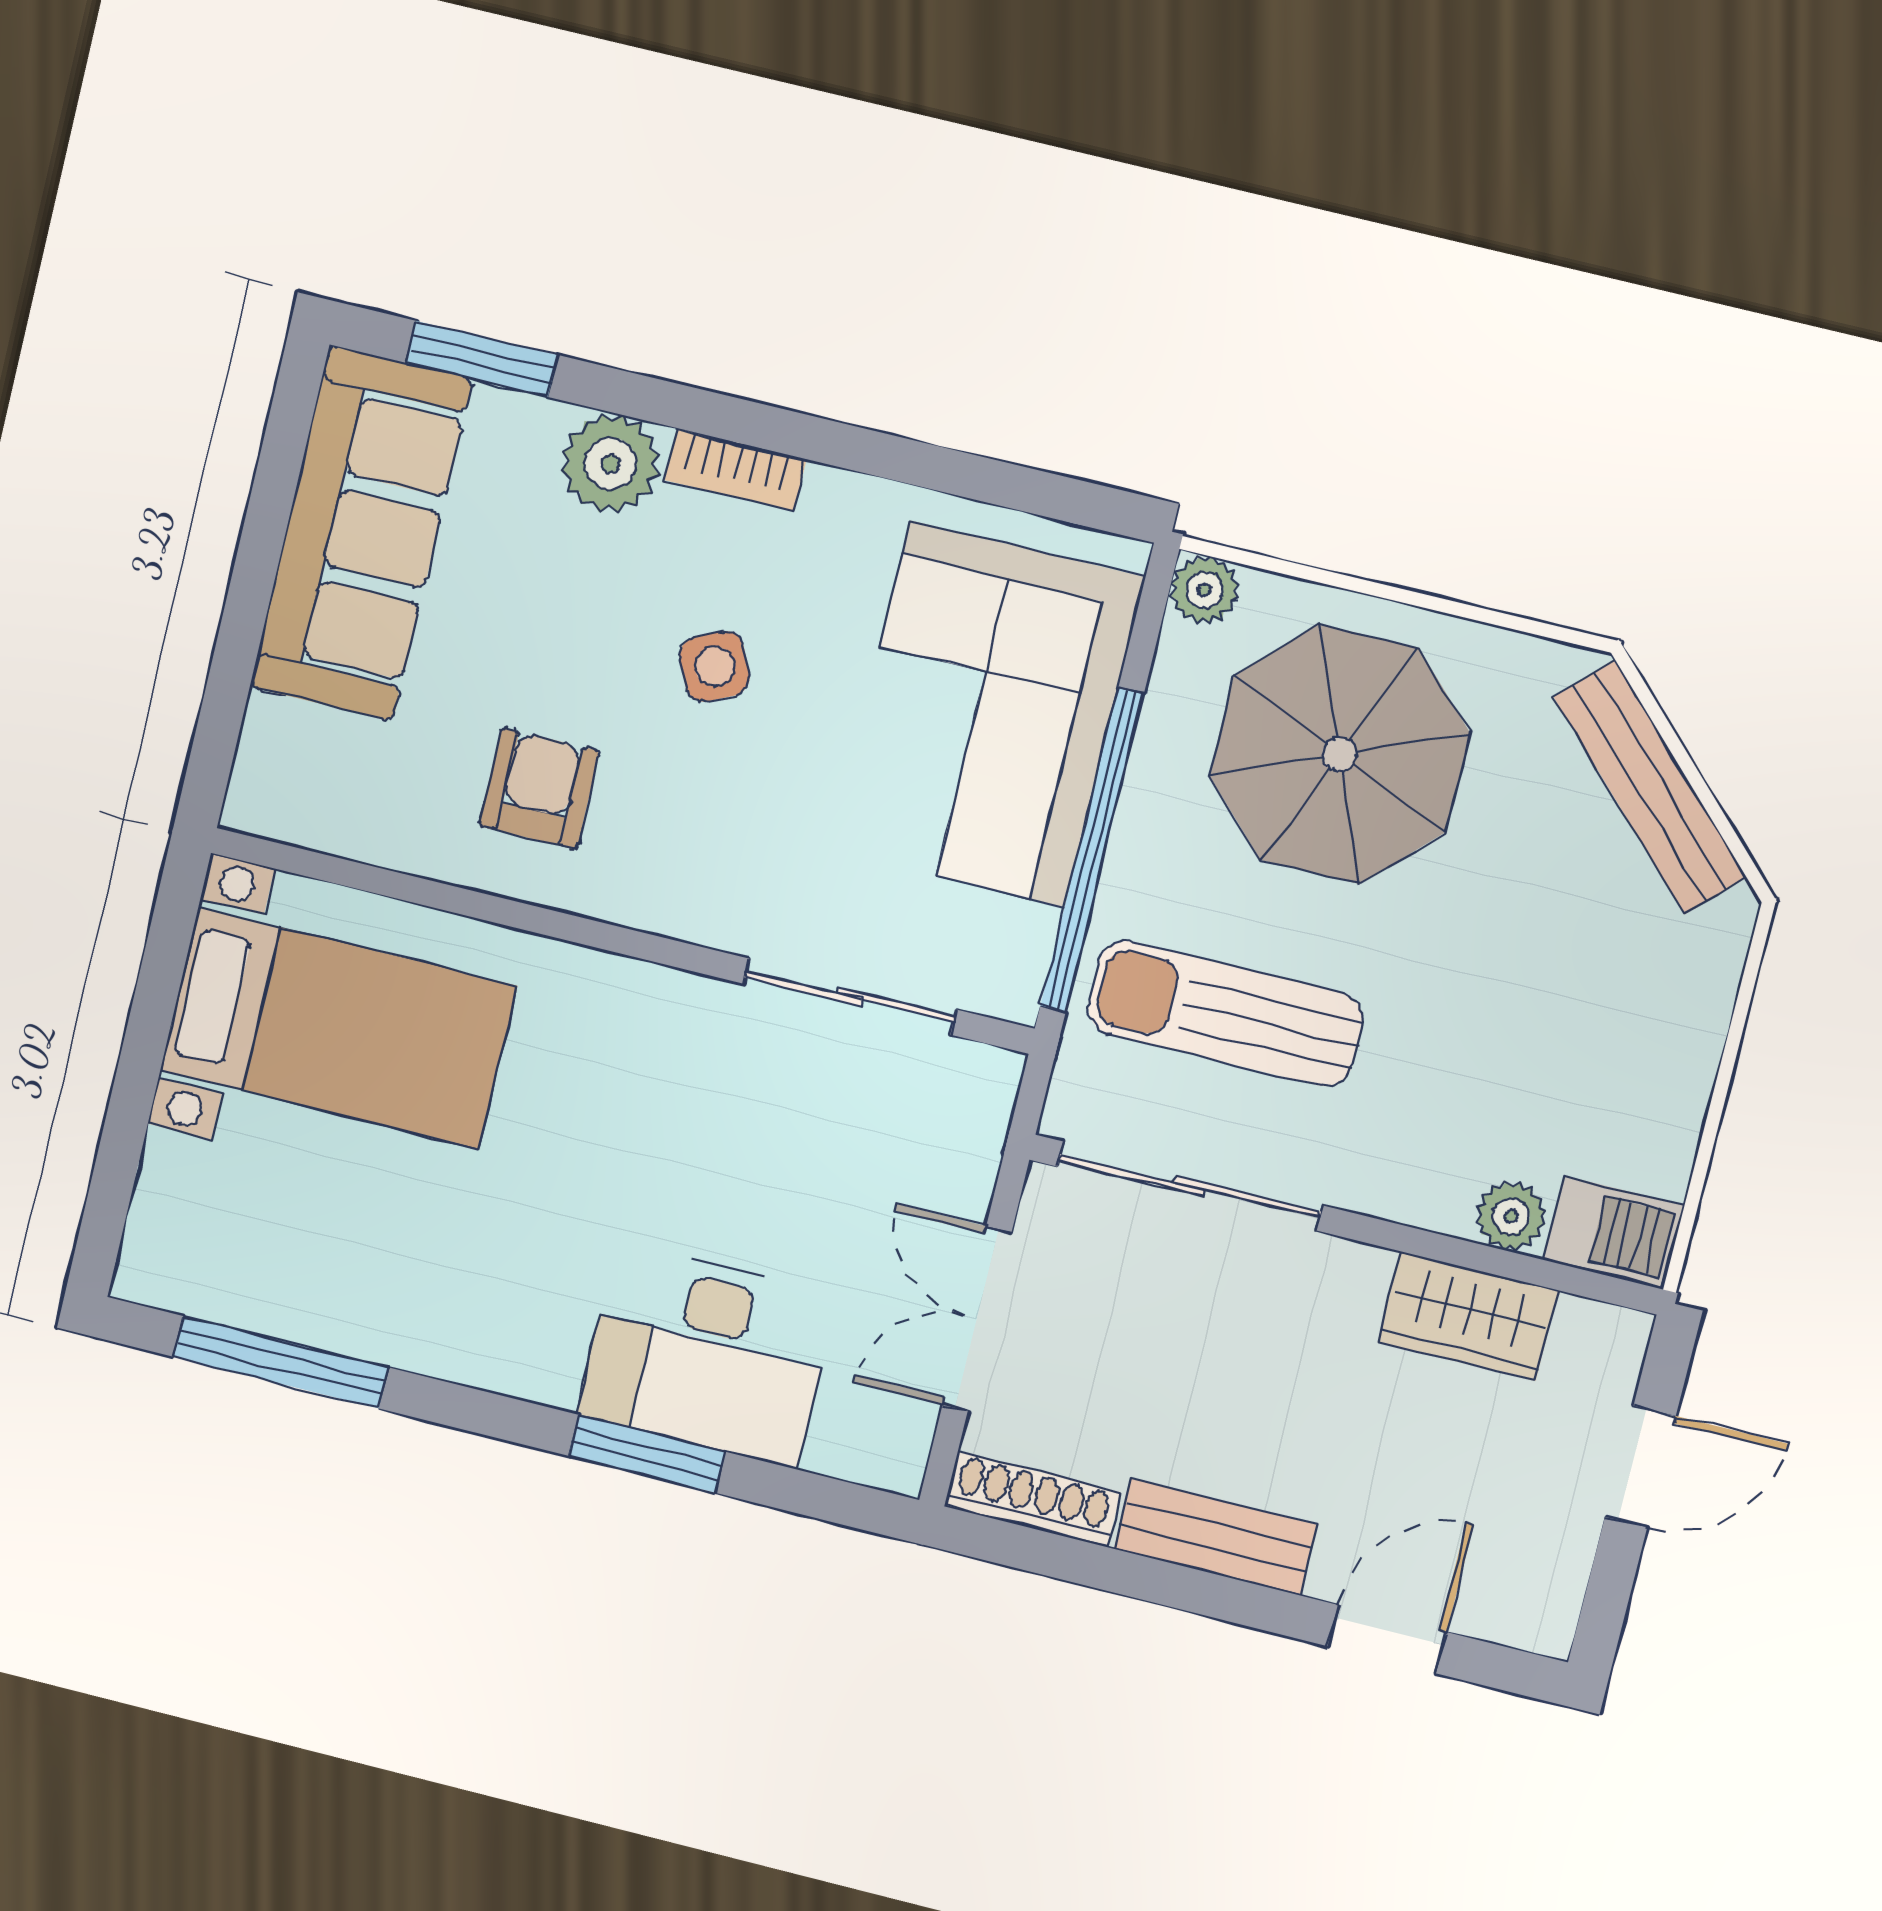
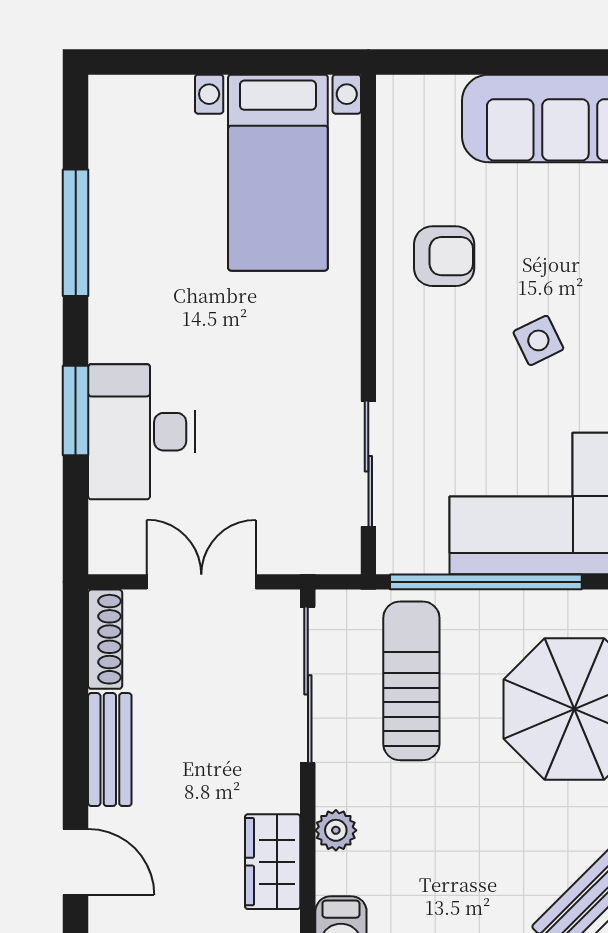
plant: (1511, 1216) -> (336, 830), moved
window: (281, 1362) -> (76, 233), moved

